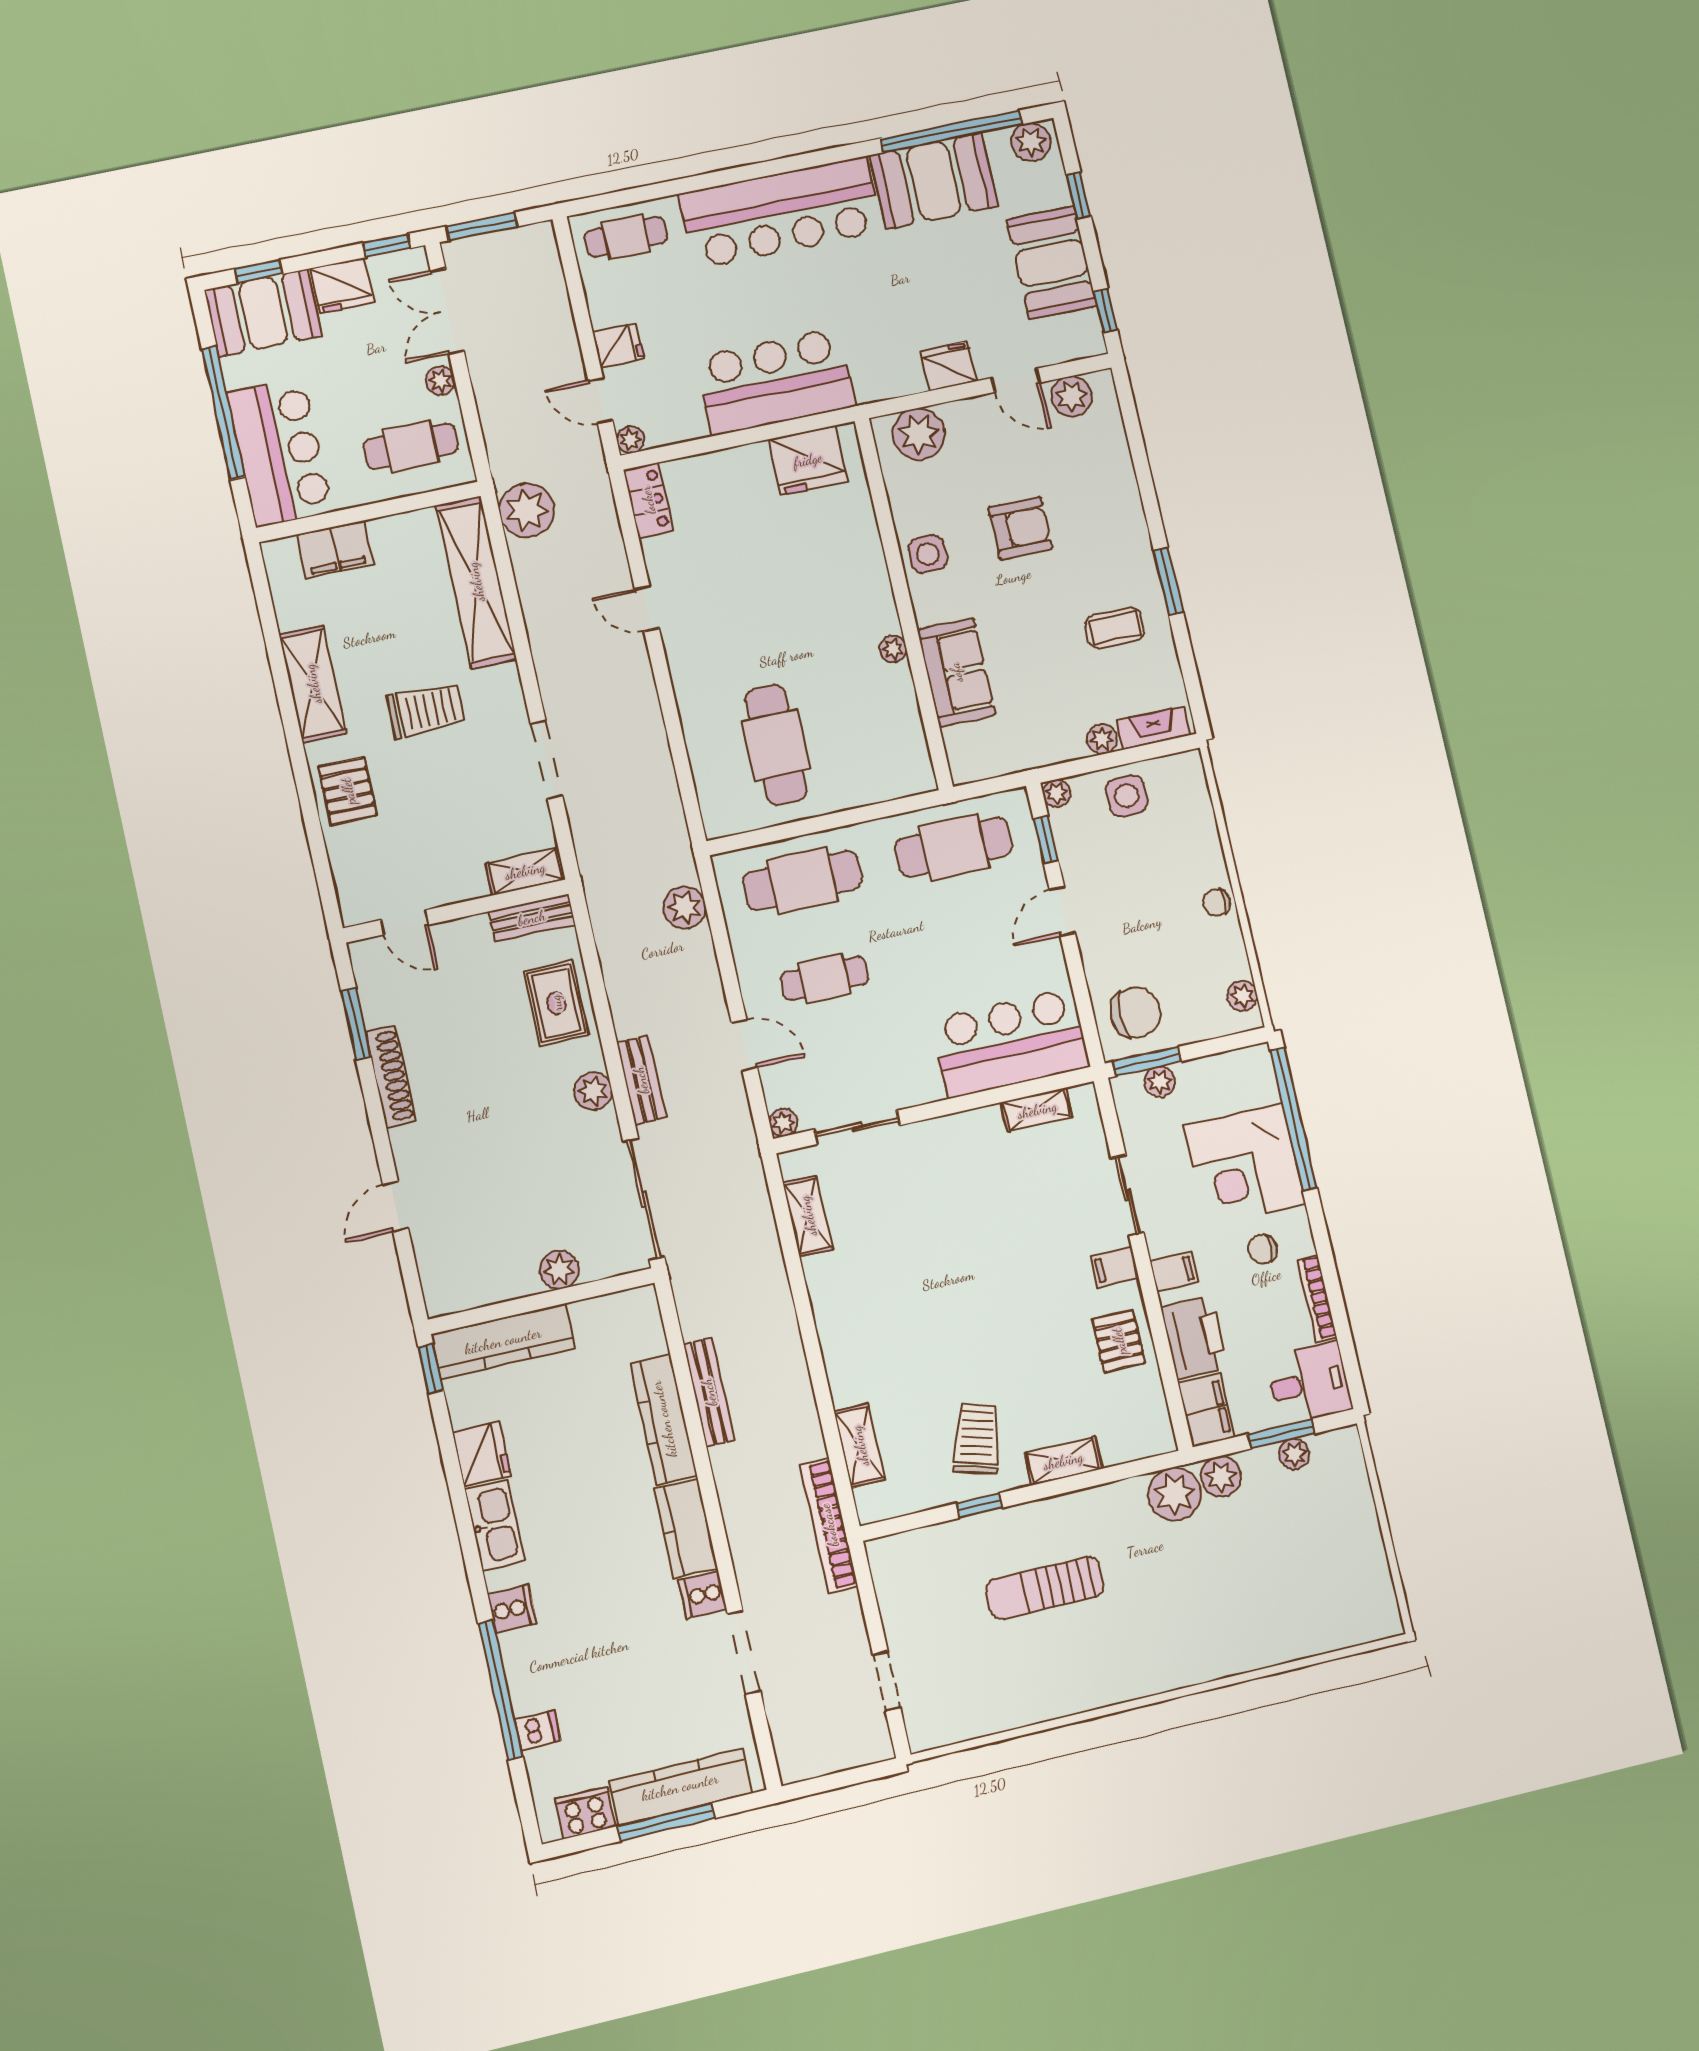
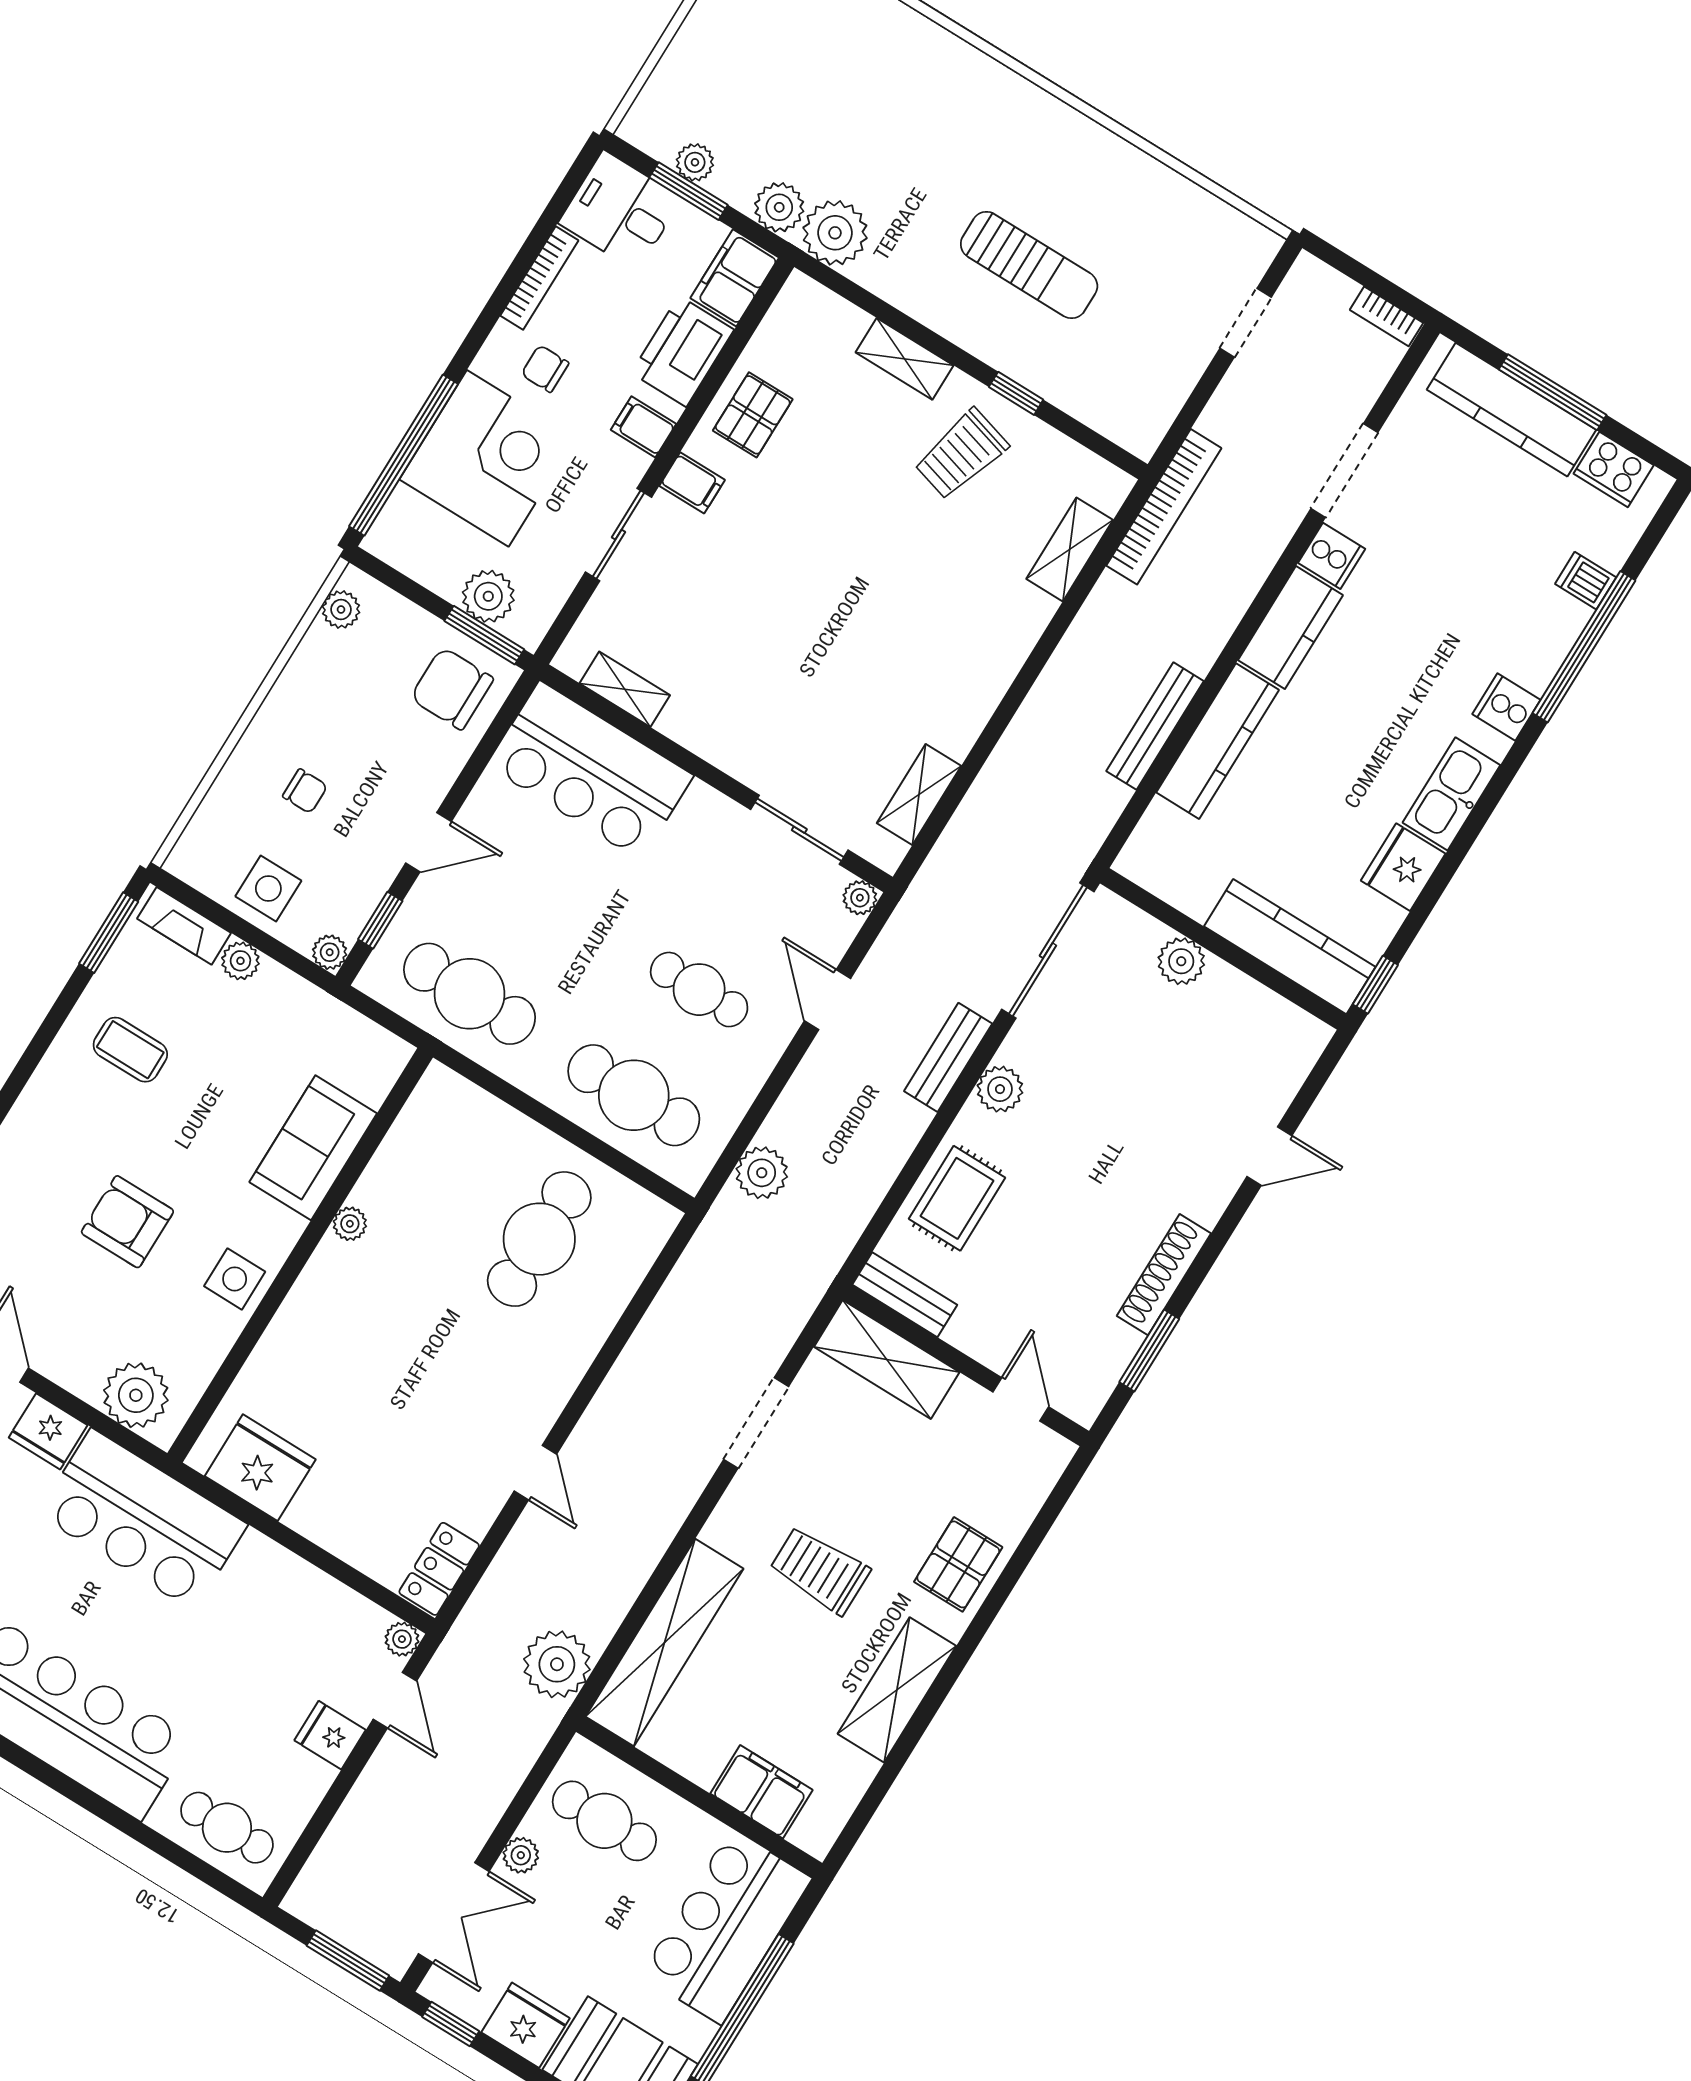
bar counter: (775, 382) -> (143, 1519), moved
window: (1168, 581) -> (109, 933), moved
shelving: (525, 871) -> (887, 1359), width x1.50, depth x1.33
chair: (1217, 902) -> (305, 791), moved
plant: (1160, 1082) -> (488, 596), width x1.38, depth x1.38
chair: (1263, 1249) -> (545, 369), turned 180
bookcase: (808, 1768) -> (1386, 316), added

